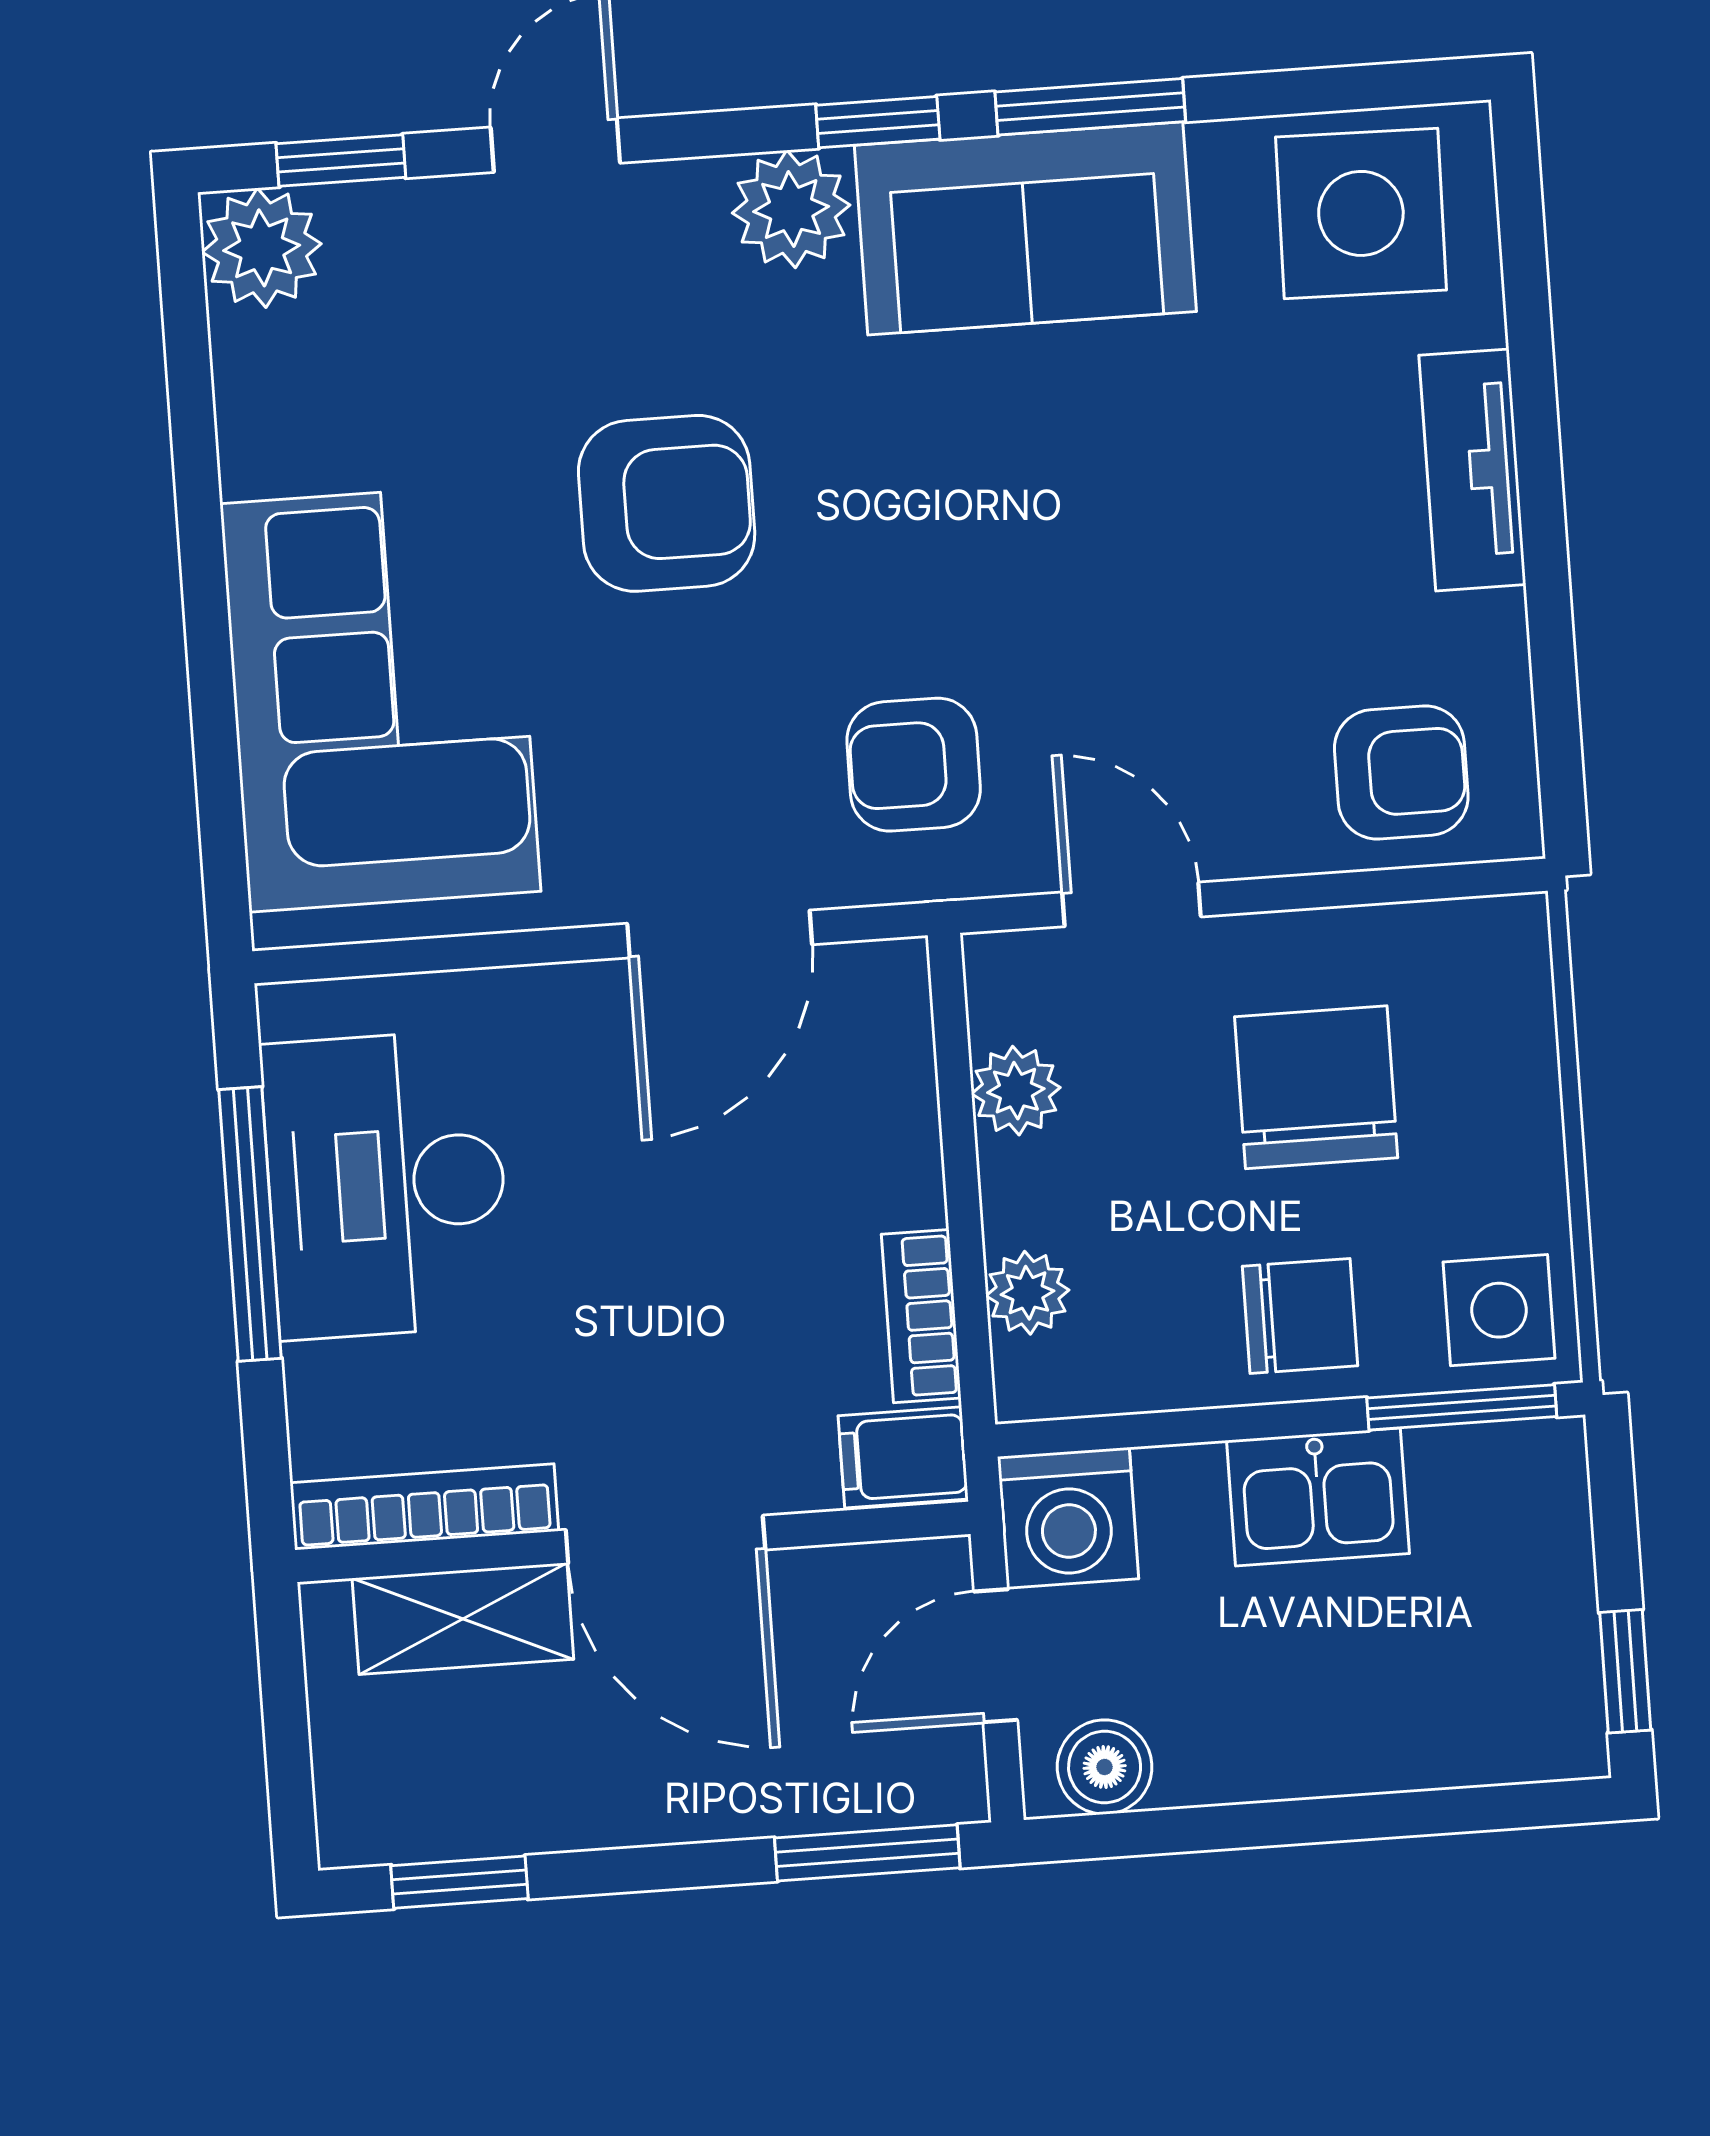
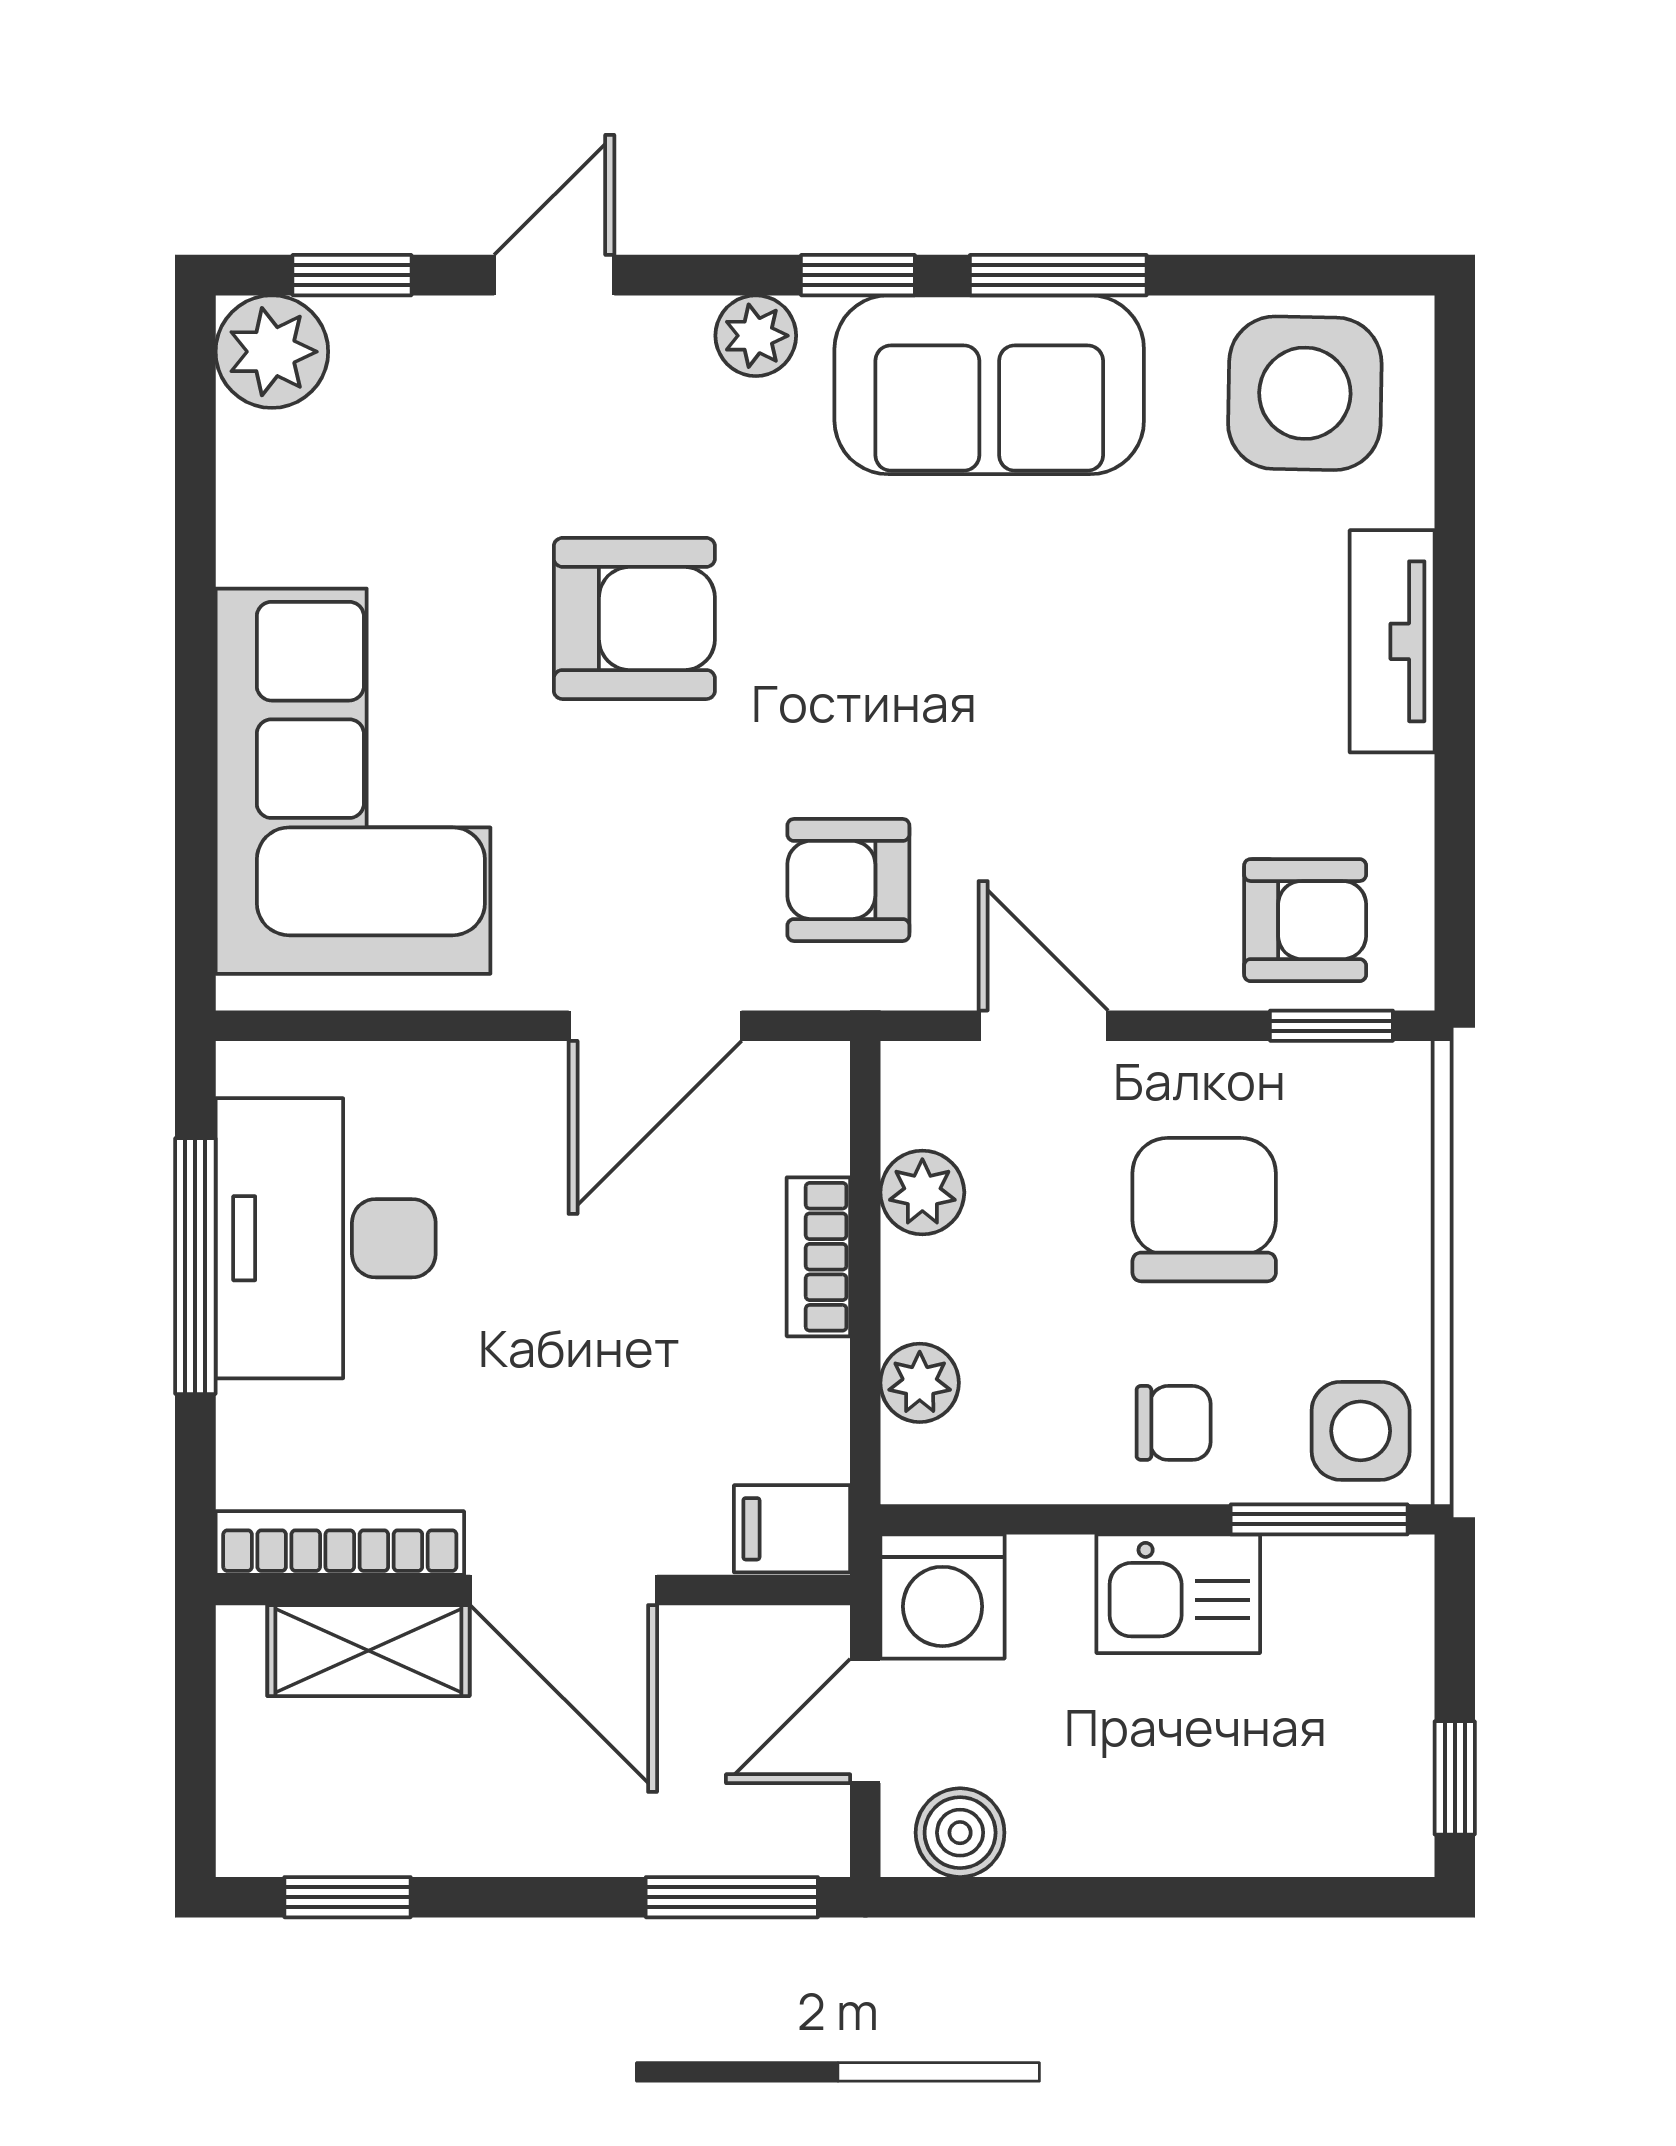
plant: (791, 209) -> (756, 336), width x0.73, depth x0.73
window: (1437, 883) -> (1331, 1026), added
bookcase: (921, 1316) -> (818, 1257), moved
chair: (1300, 1316) -> (1174, 1423), width x0.73, depth x0.73

